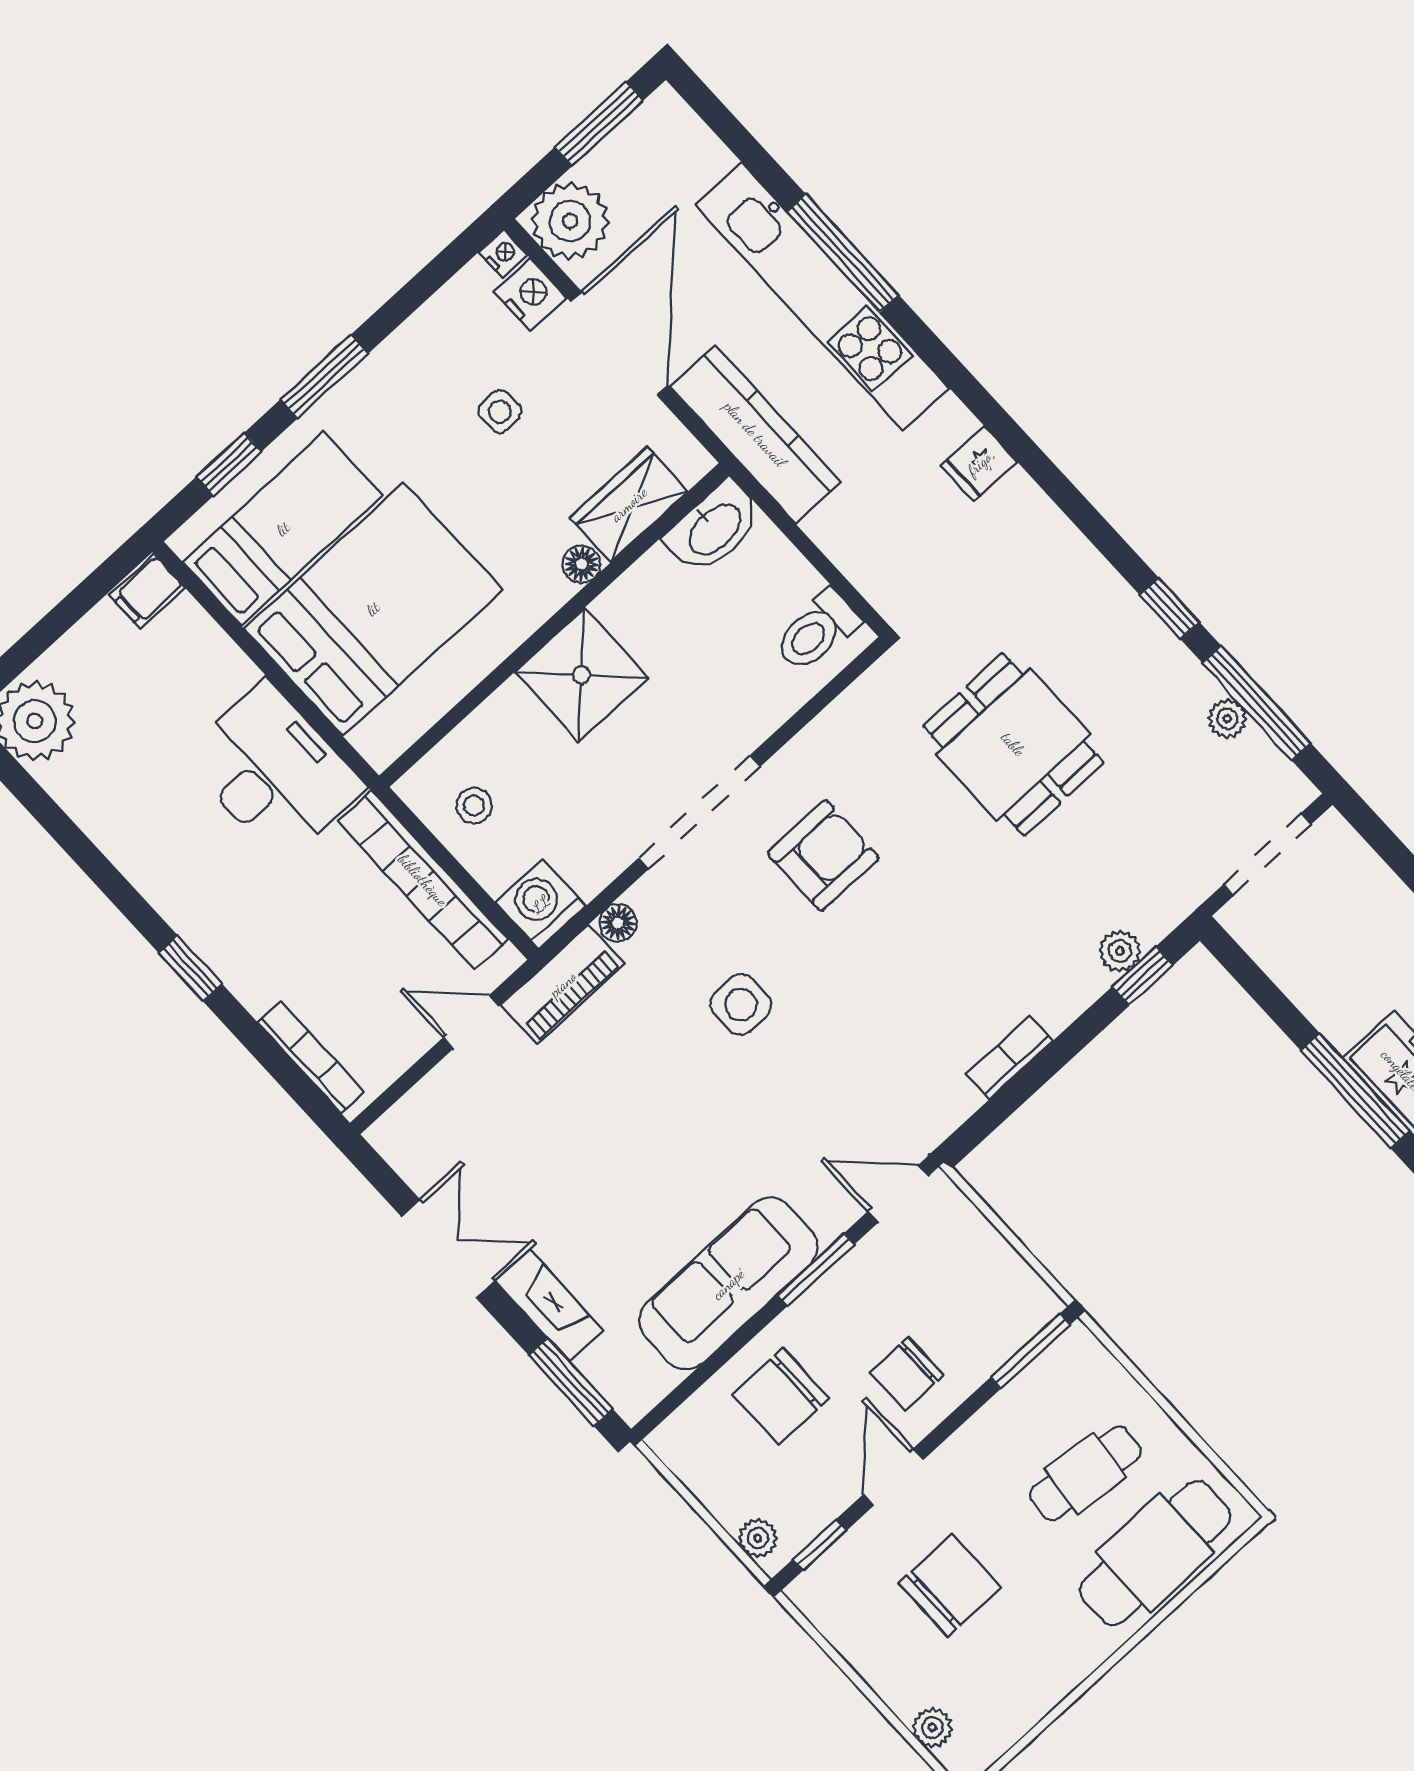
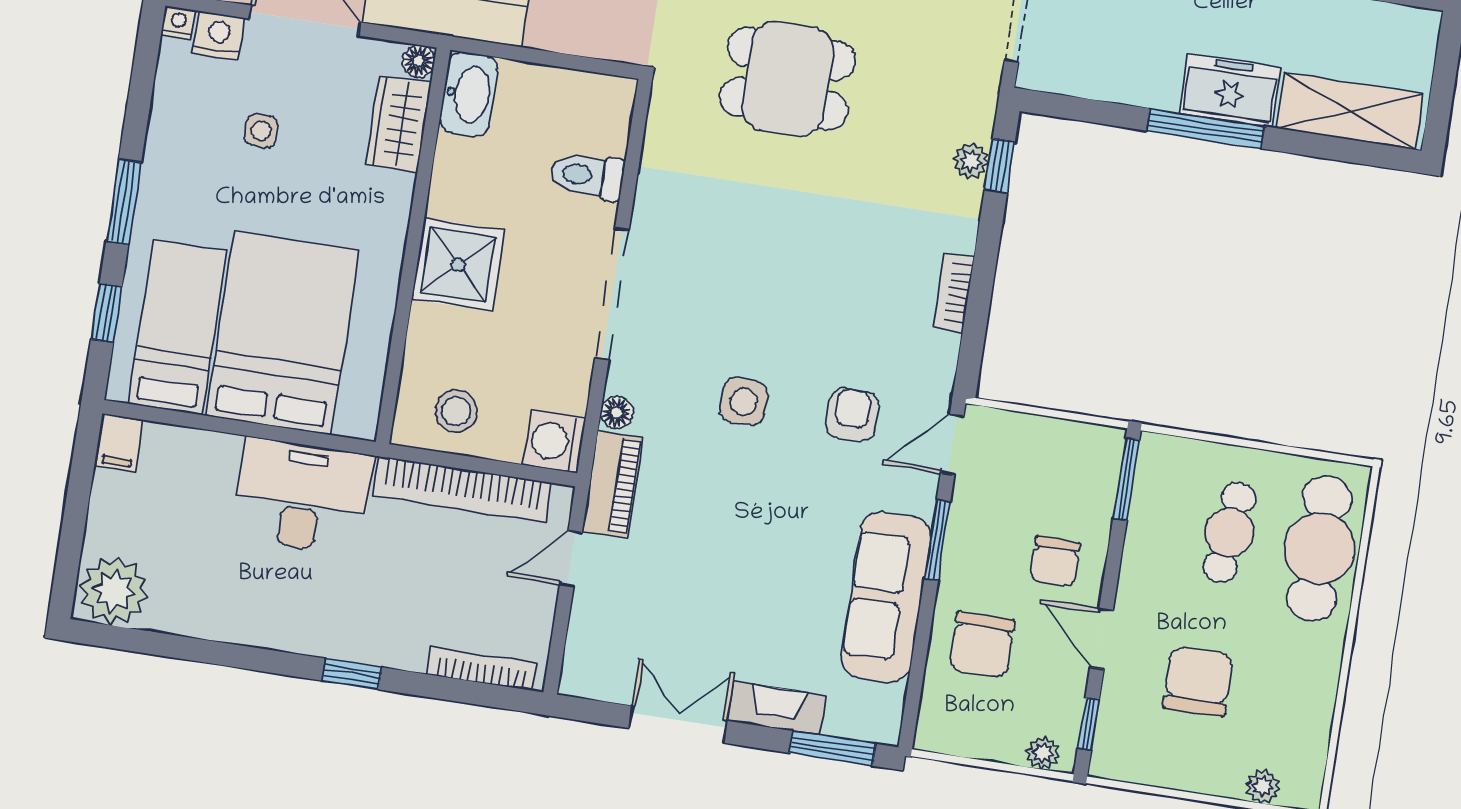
floor lamp: (582, 564) -> (419, 61), moved
toilet: (817, 631) -> (587, 176), moved, turned 90
stool: (474, 806) -> (456, 411), width x1.37, depth x1.37
armchair: (823, 855) -> (852, 415), moved, width x0.72, depth x0.72

